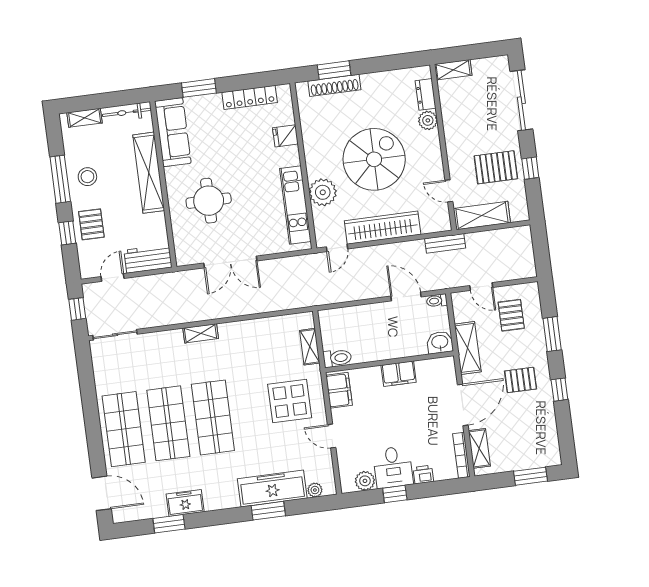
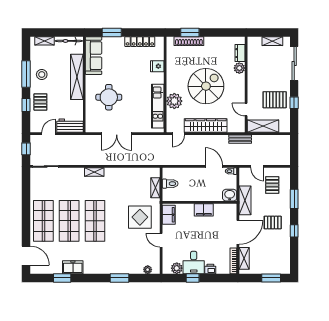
shelving: (453, 70) -> (272, 41), moved
toilet: (337, 358) -> (170, 184), moved
freezer: (272, 489) -> (123, 266), removed

